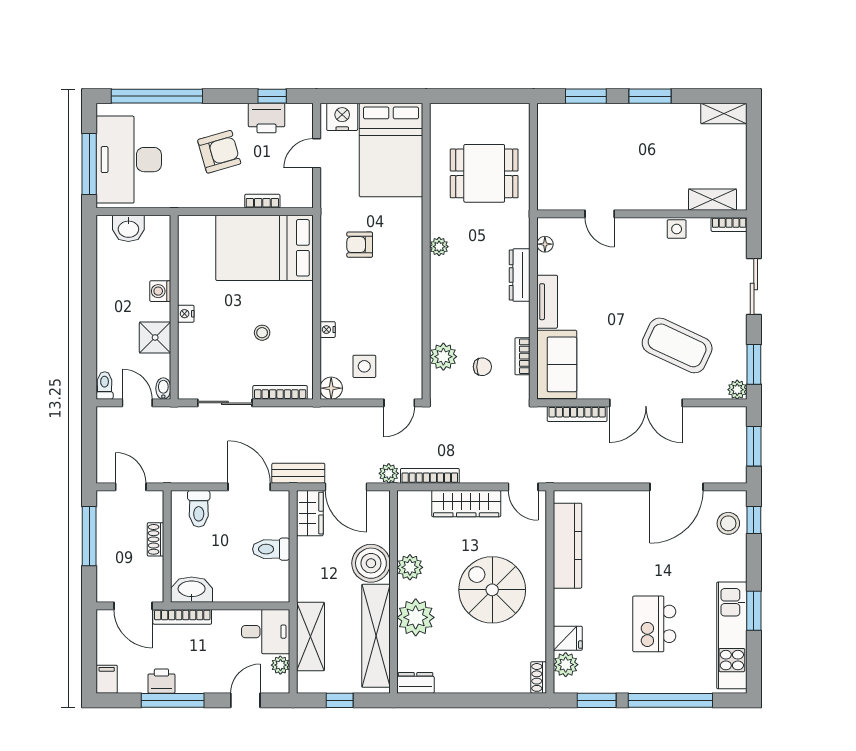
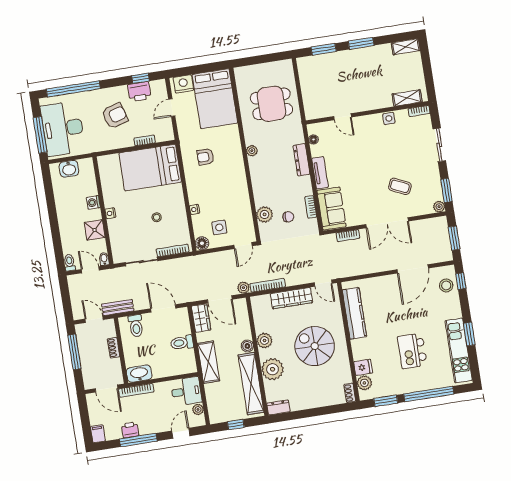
coffee table: (677, 345) -> (400, 186), width x0.54, depth x0.58
bookcase: (577, 414) -> (348, 236), width x0.64
bench: (298, 473) -> (118, 307), moved
boiler: (371, 563) -> (247, 346), width x0.54, depth x0.54
shelving: (310, 637) -> (208, 362), moved

